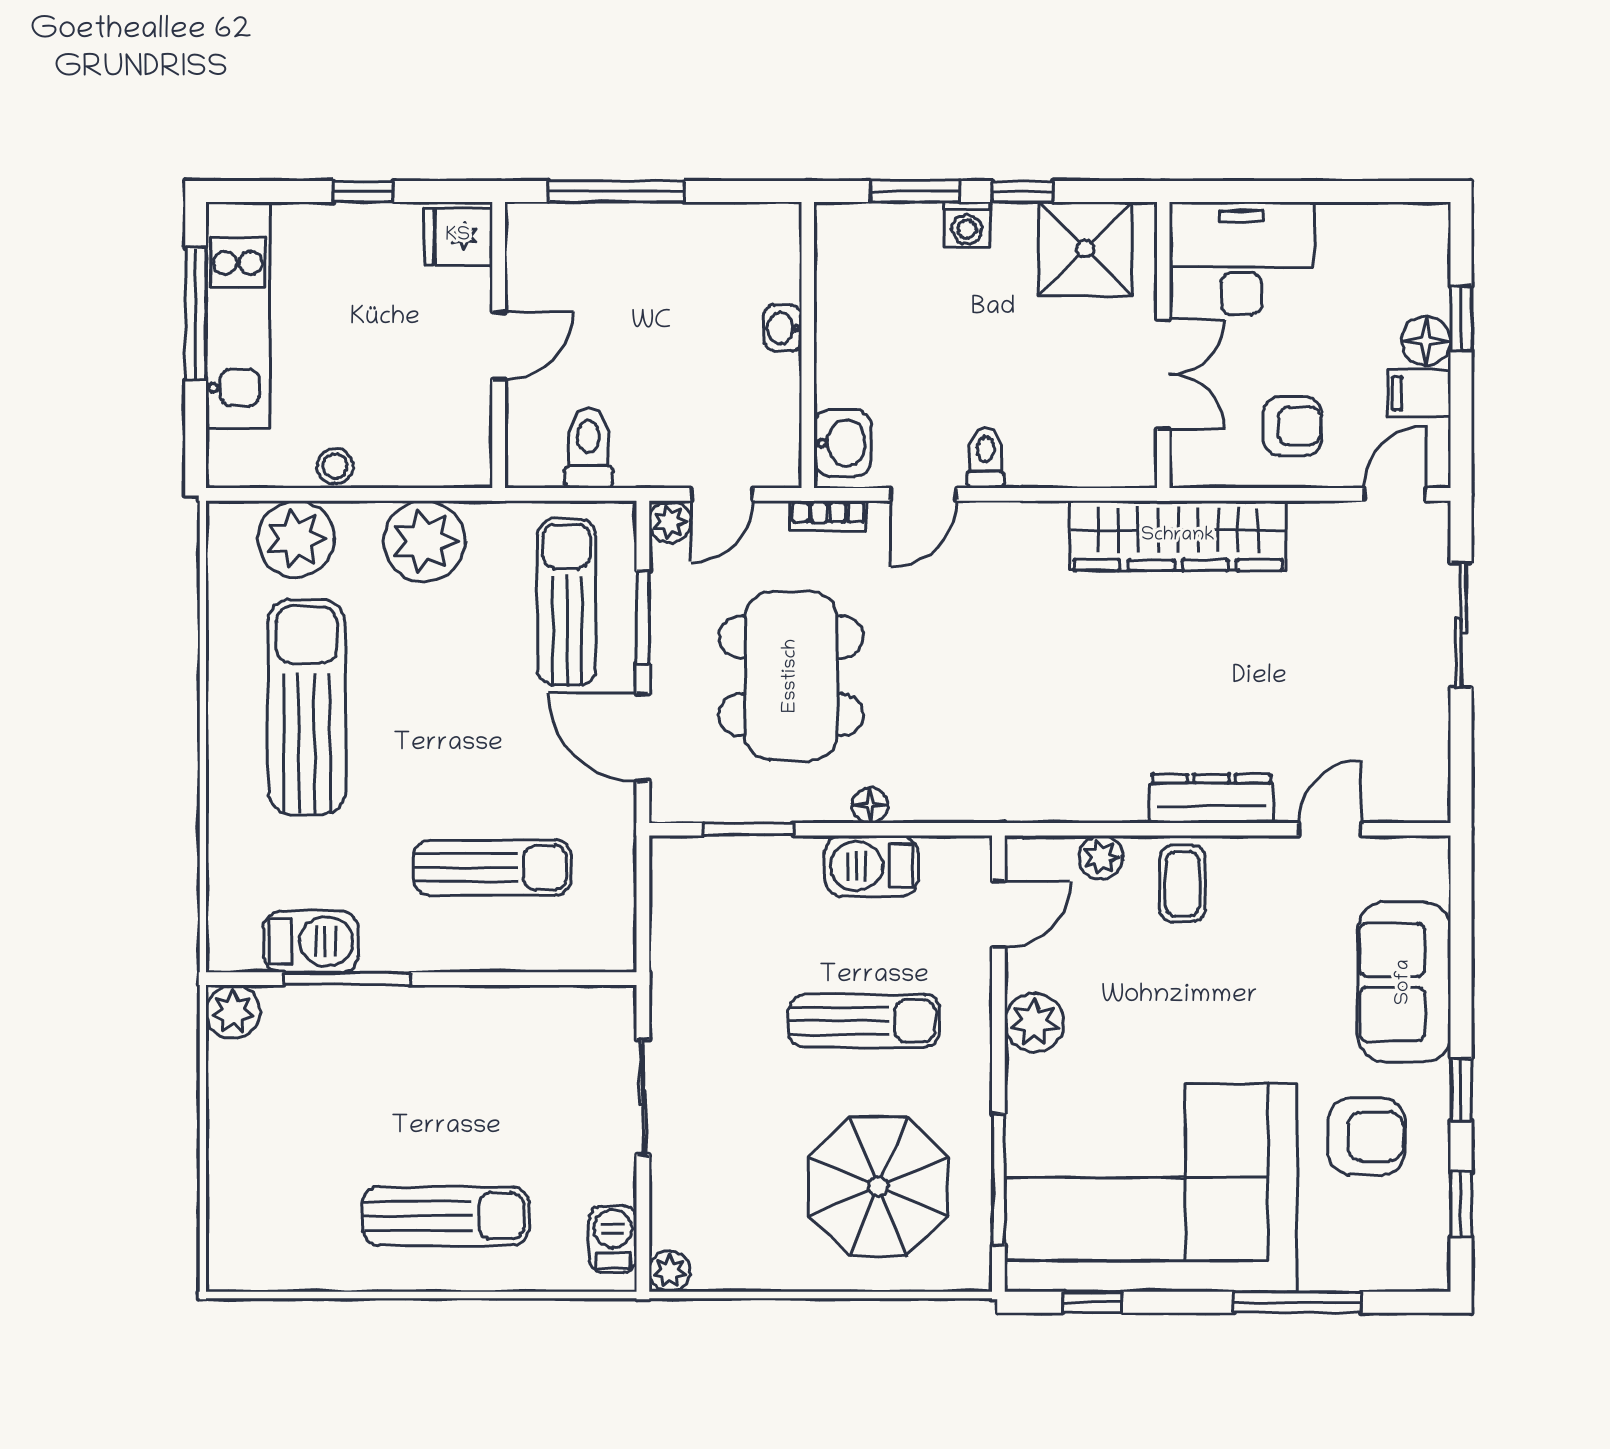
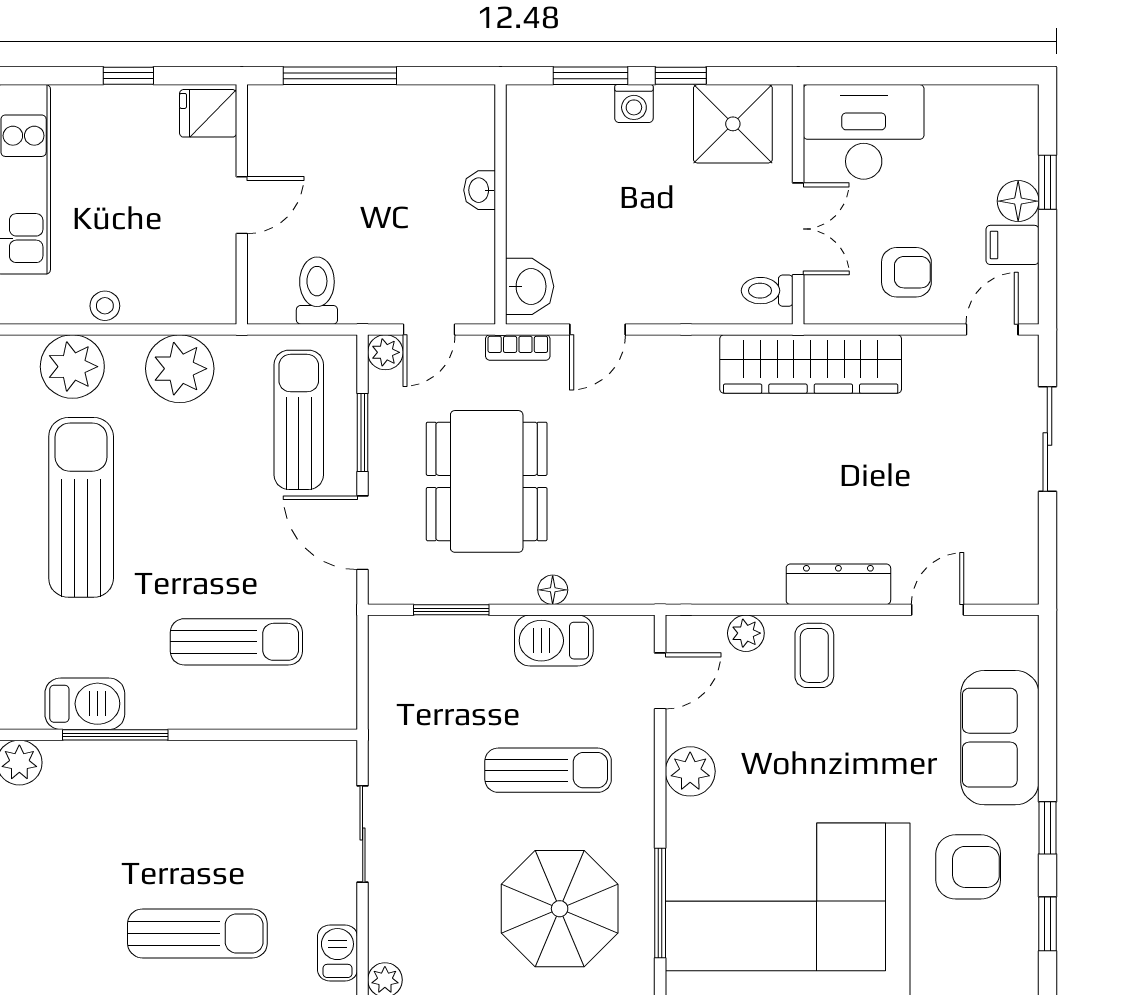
toilet: (986, 457) -> (767, 291), moved, turned -90

